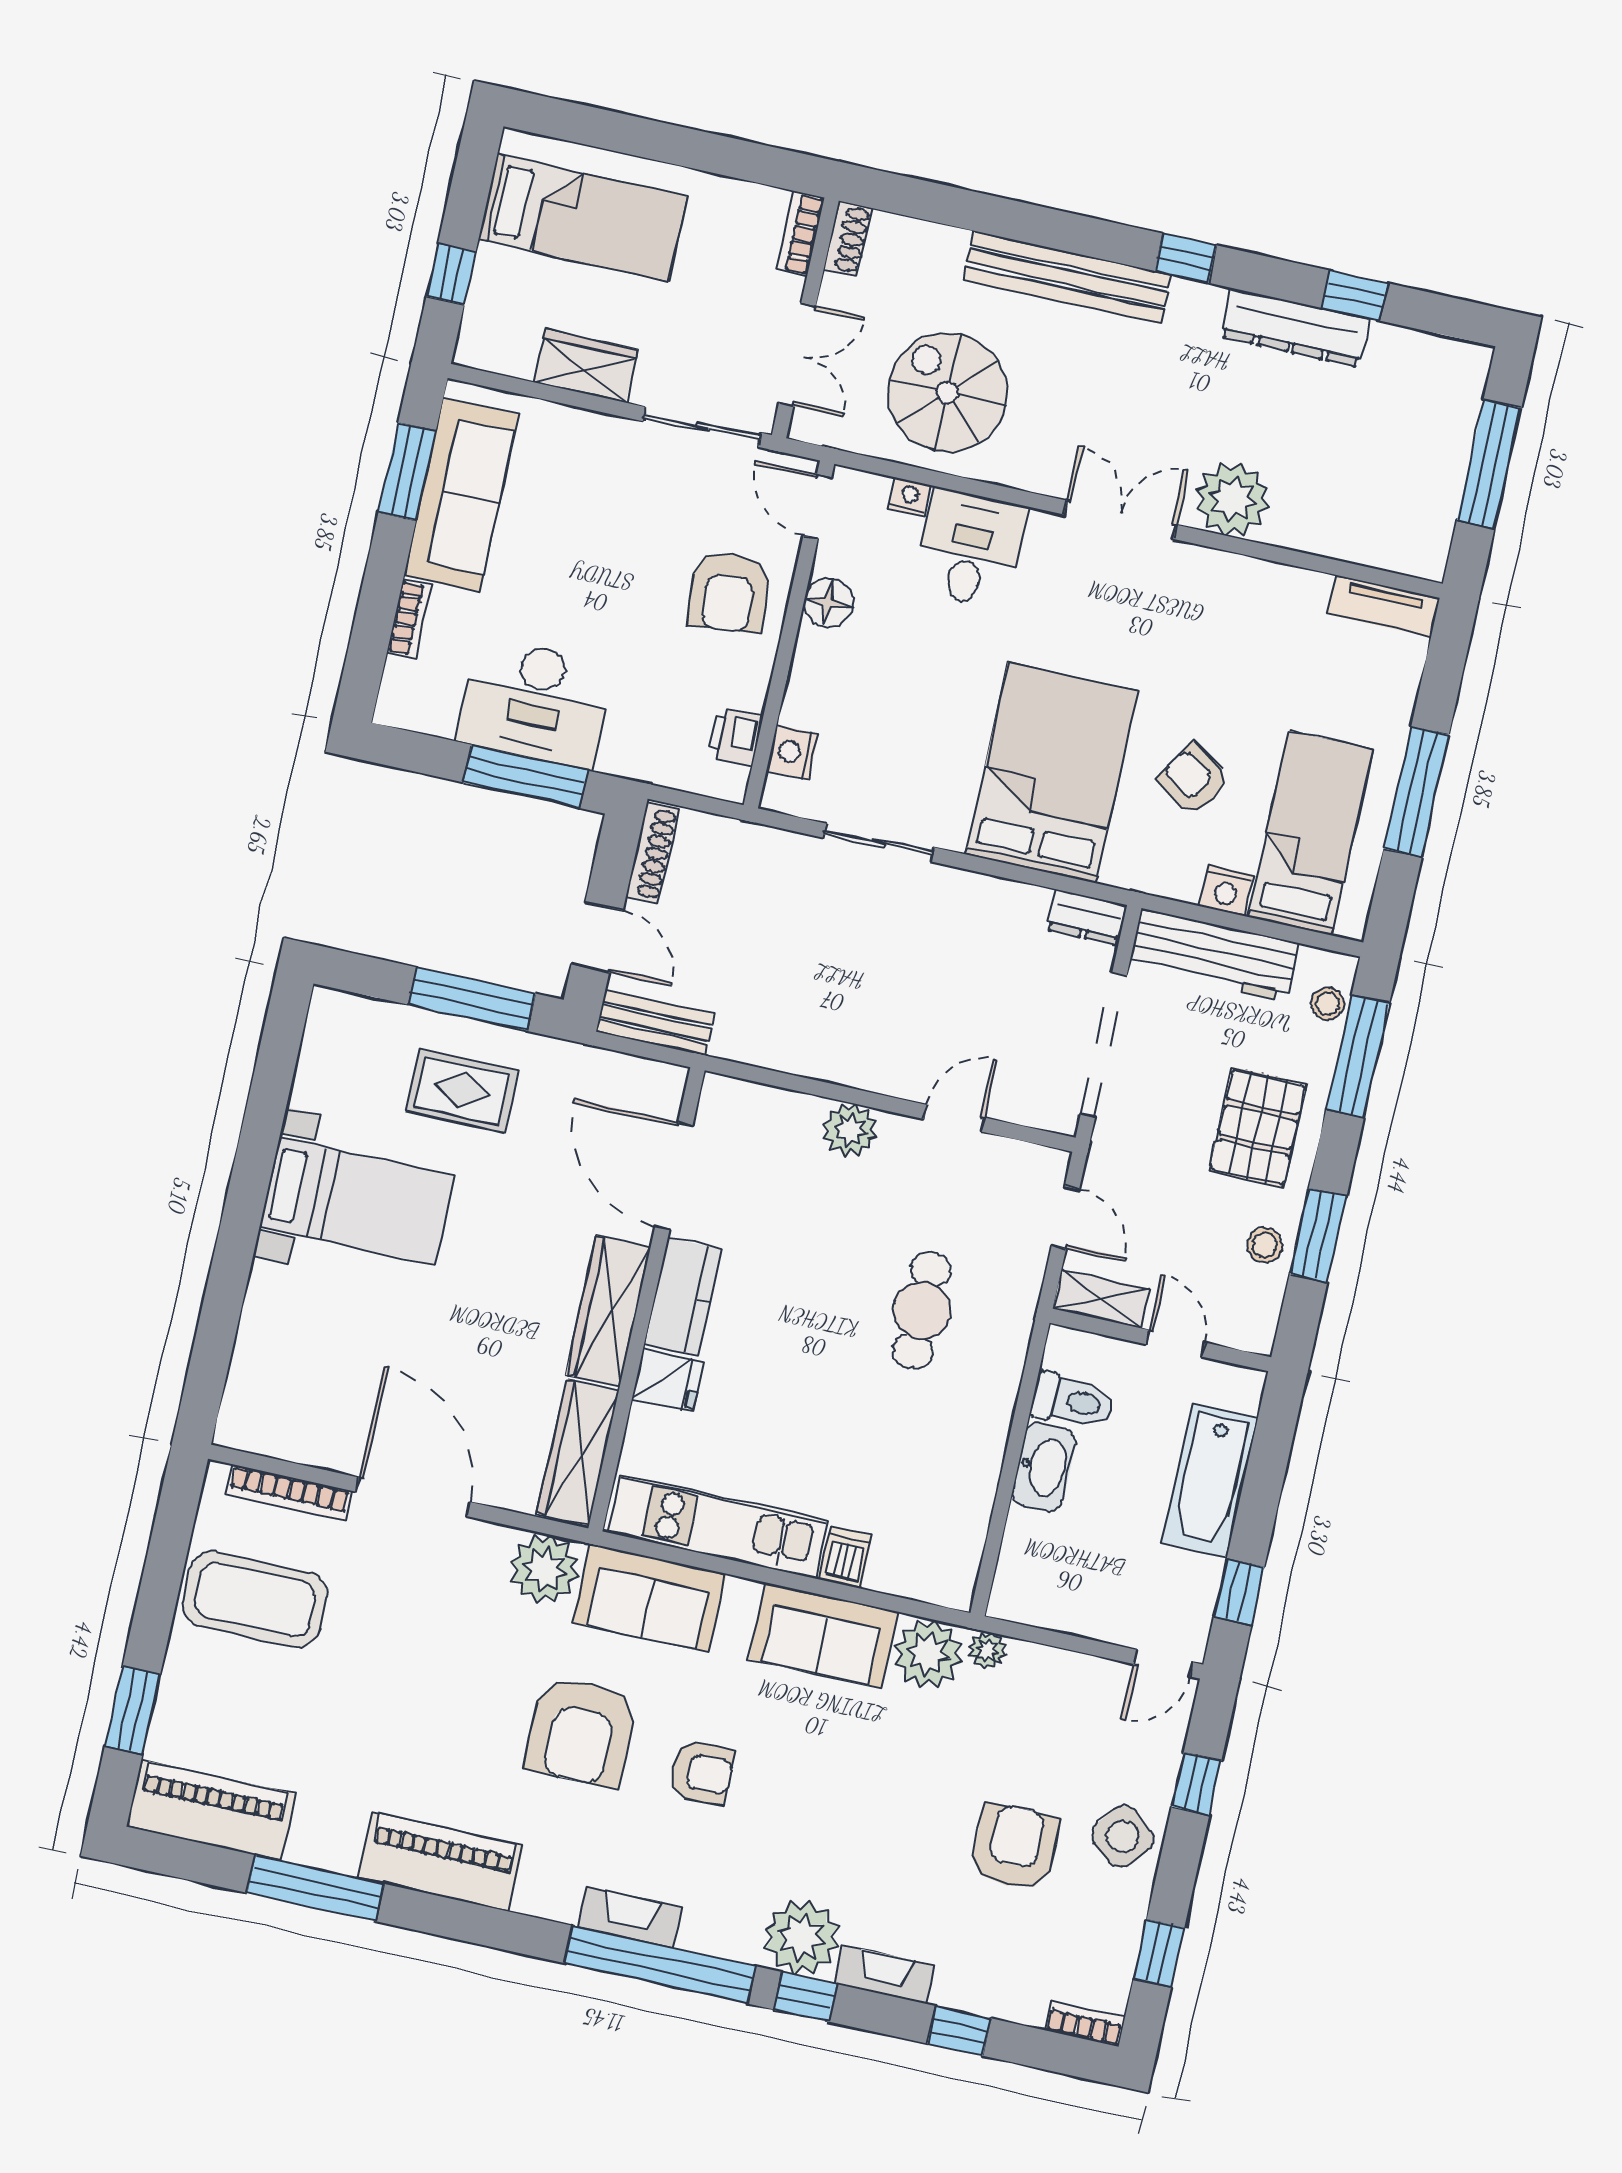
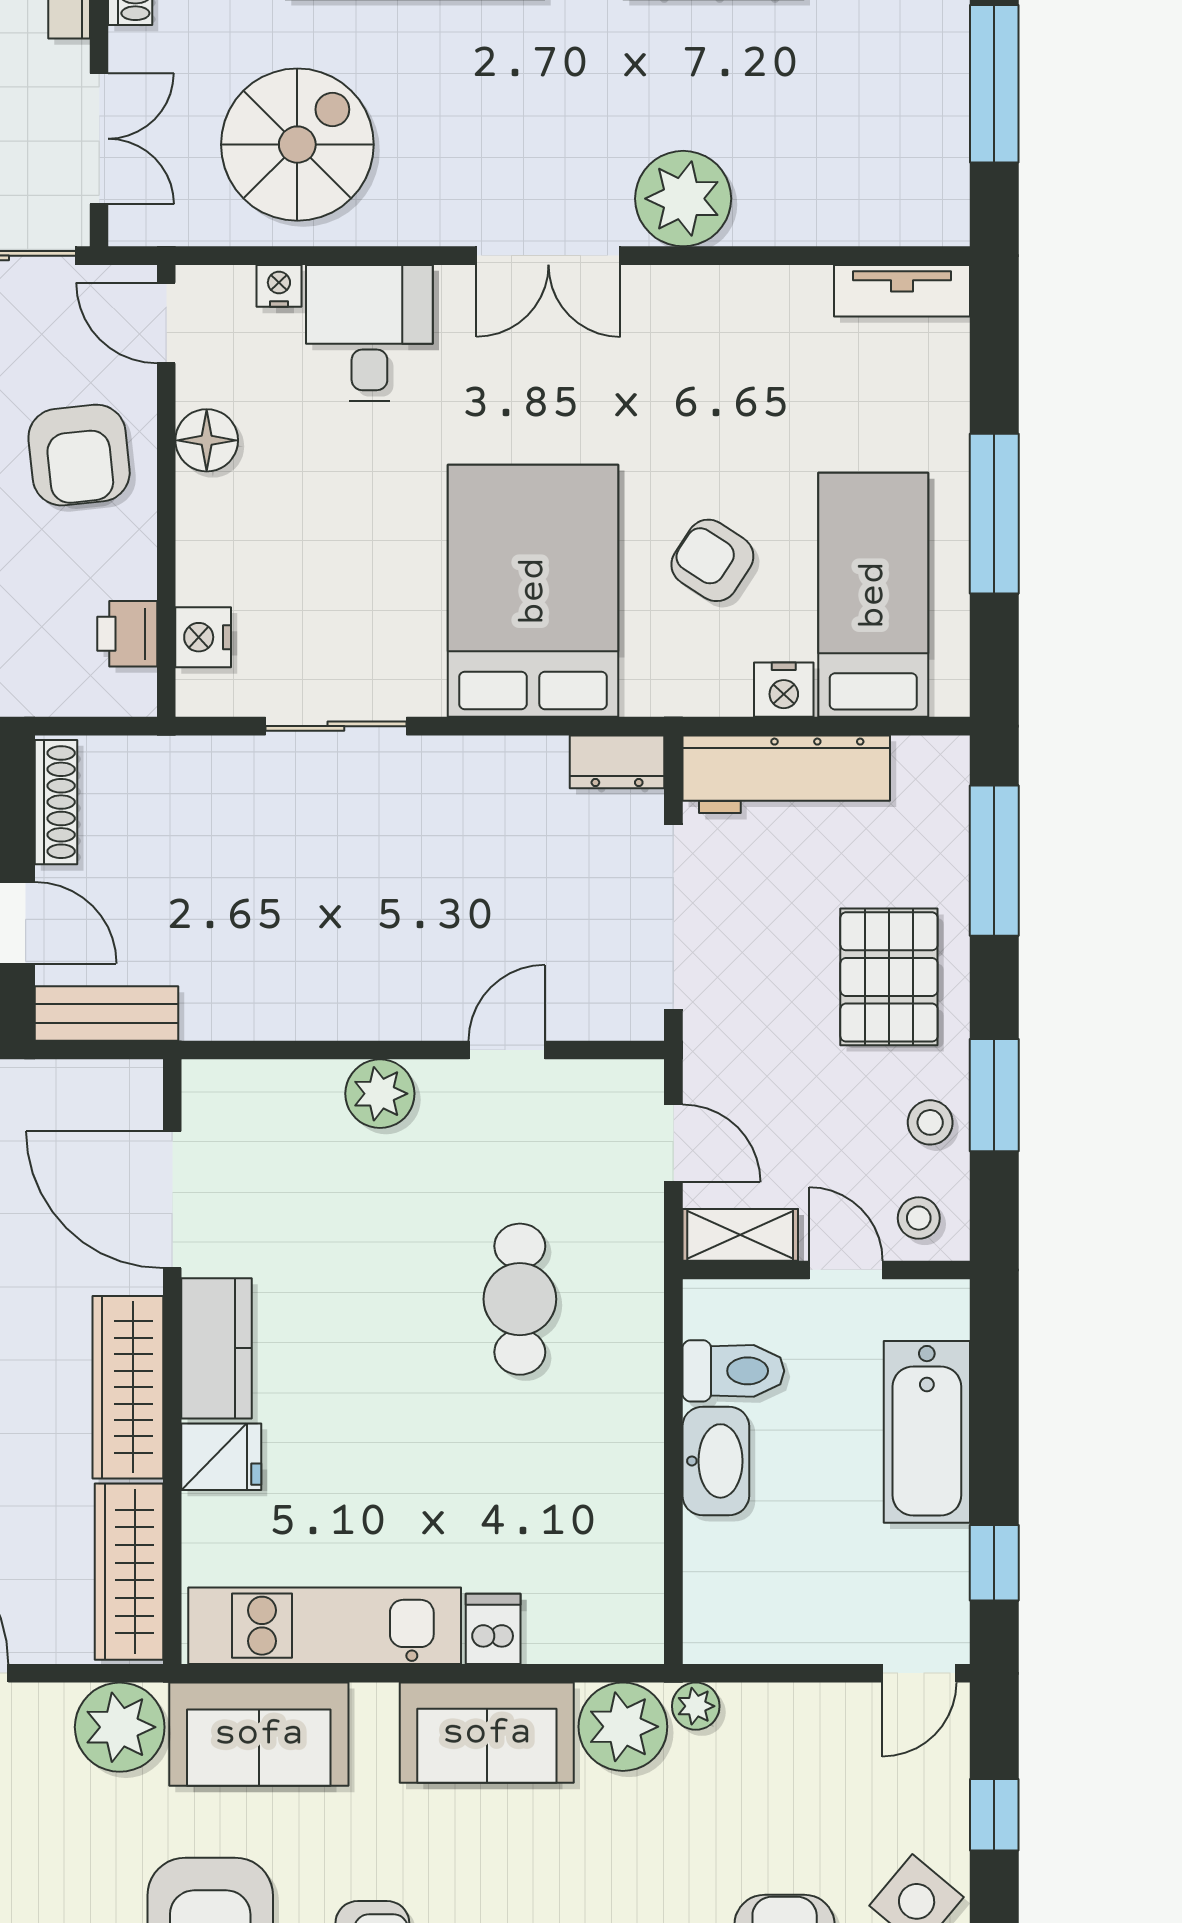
spiral stairs: (947, 393) -> (297, 145), turned 90
double door: (1120, 520) -> (548, 256), swing flipped
stool: (1328, 1004) -> (919, 1218), moved

